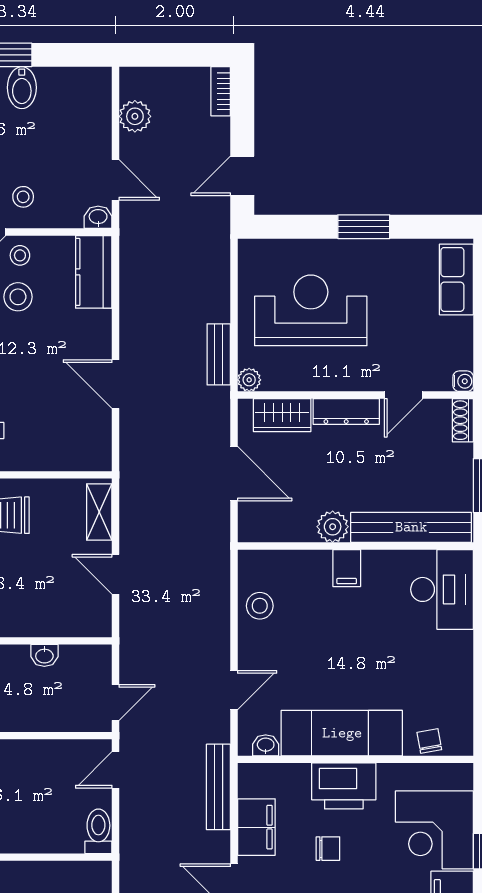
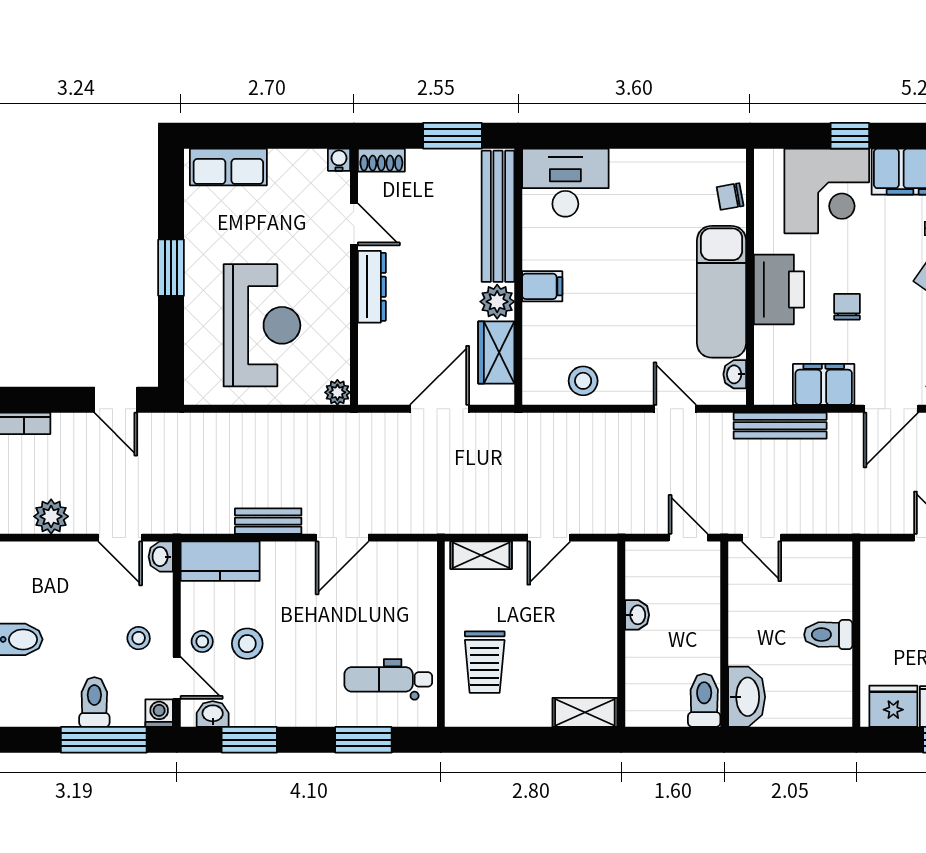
door: (115, 180) -> (120, 538), swing flipped
reception desk: (311, 310) -> (262, 325), turned 180
bench: (219, 354) -> (268, 521), moved
wardrobe: (282, 415) -> (496, 352), moved, turned 180
toilet: (98, 831) -> (828, 635), moved

